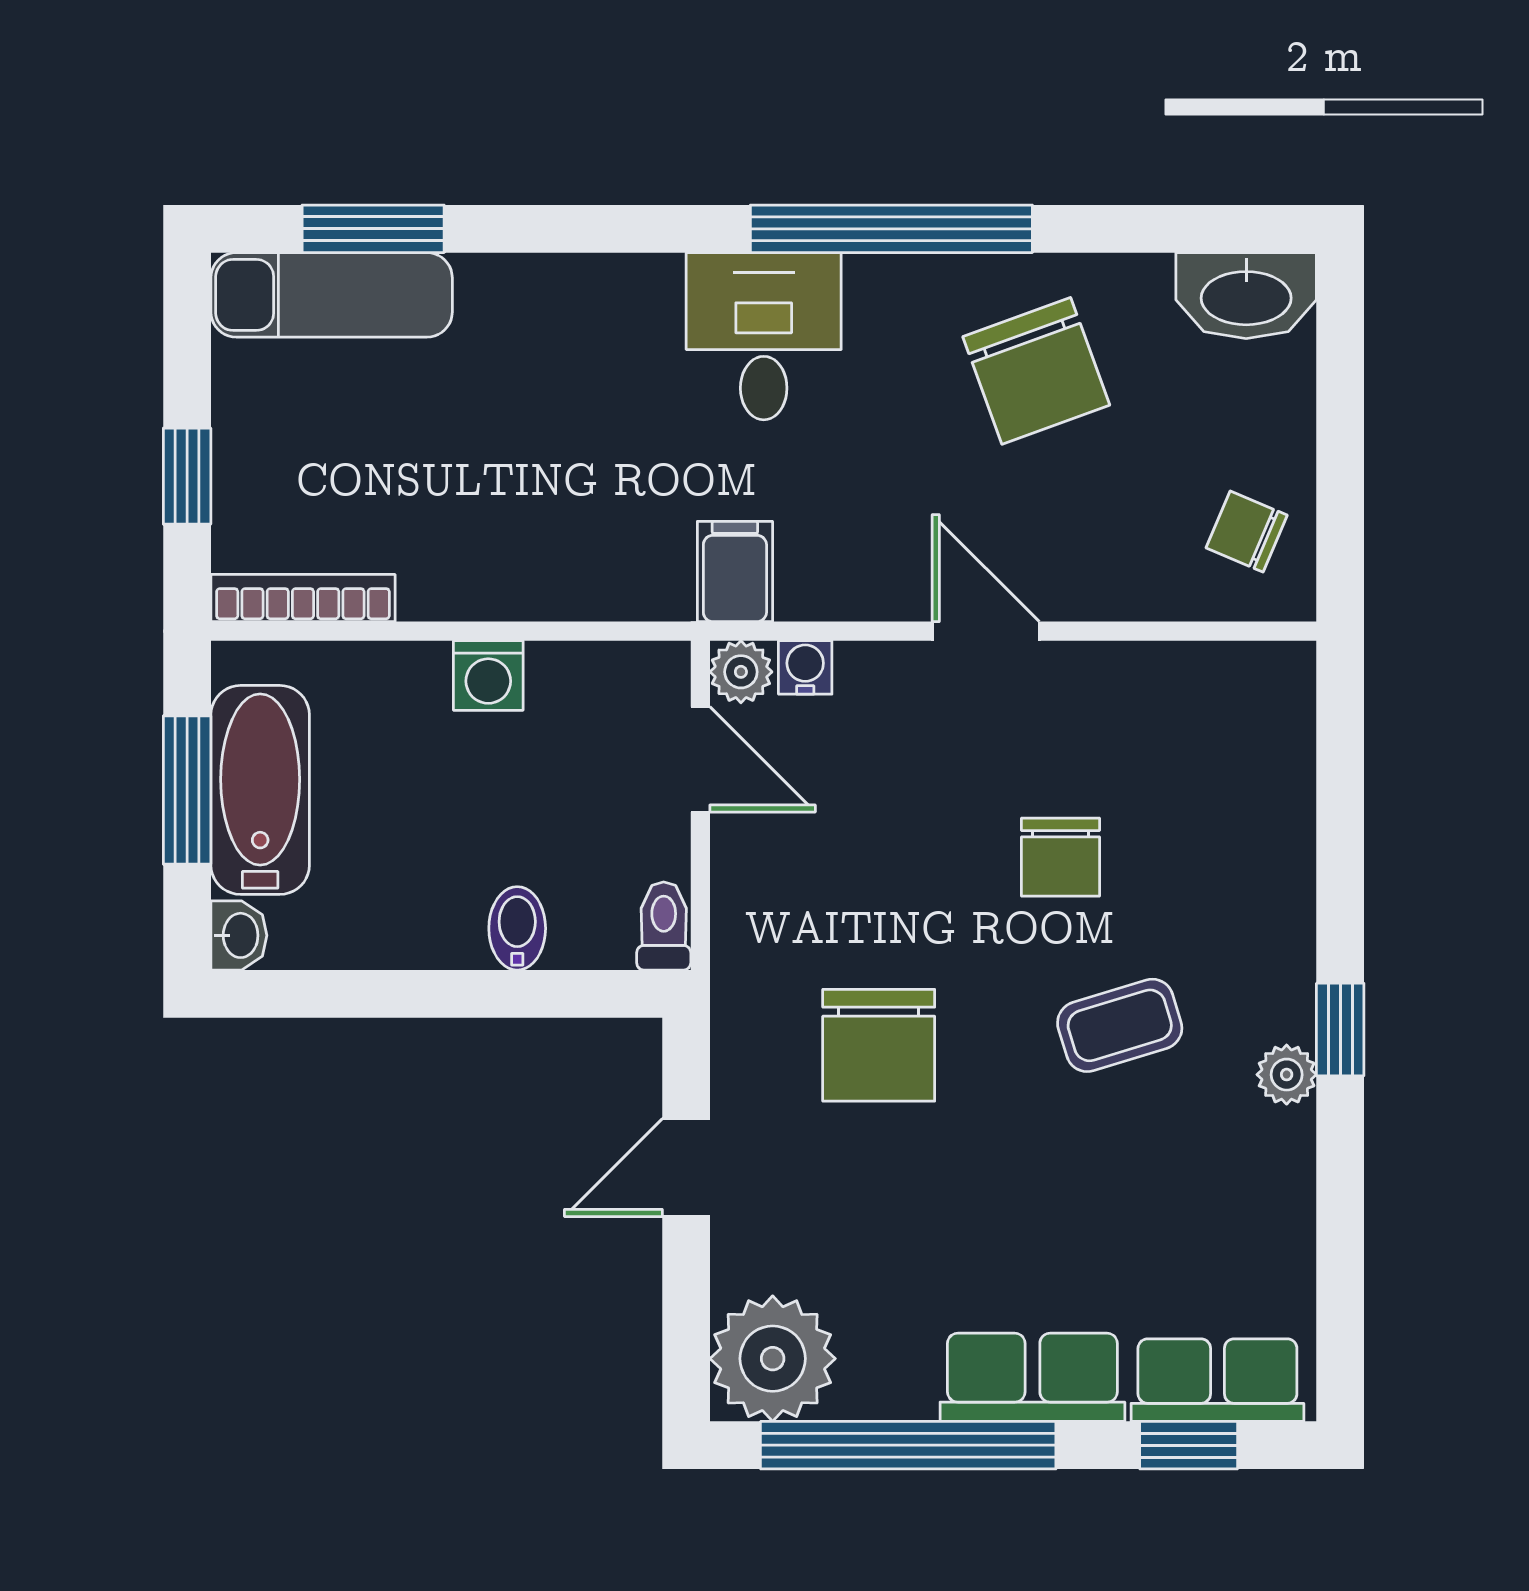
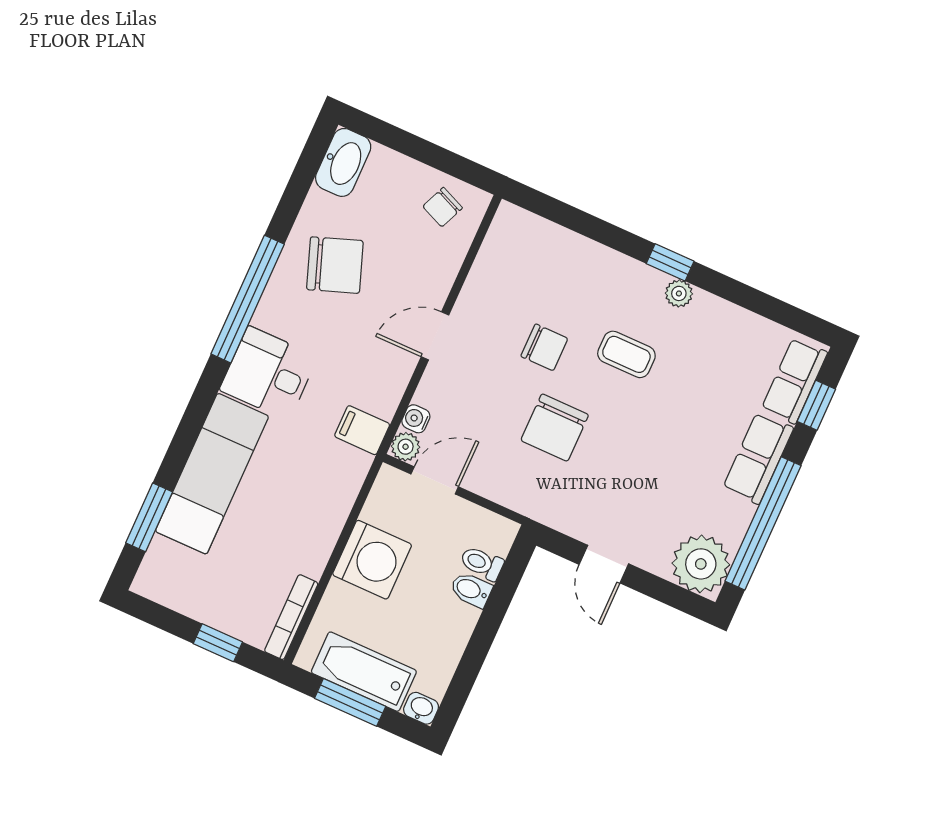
exam couch: (332, 295) -> (212, 474), moved, width x1.36, depth x1.45
washing machine: (488, 675) -> (372, 560), width x1.89, depth x1.89
toilet: (664, 926) -> (482, 563), moved
coffee table: (1120, 1025) -> (626, 354), turned -73
chair: (879, 1045) -> (555, 428), moved, turned 90

